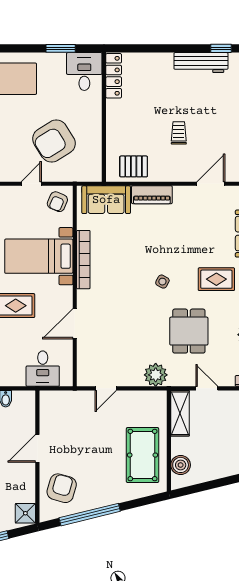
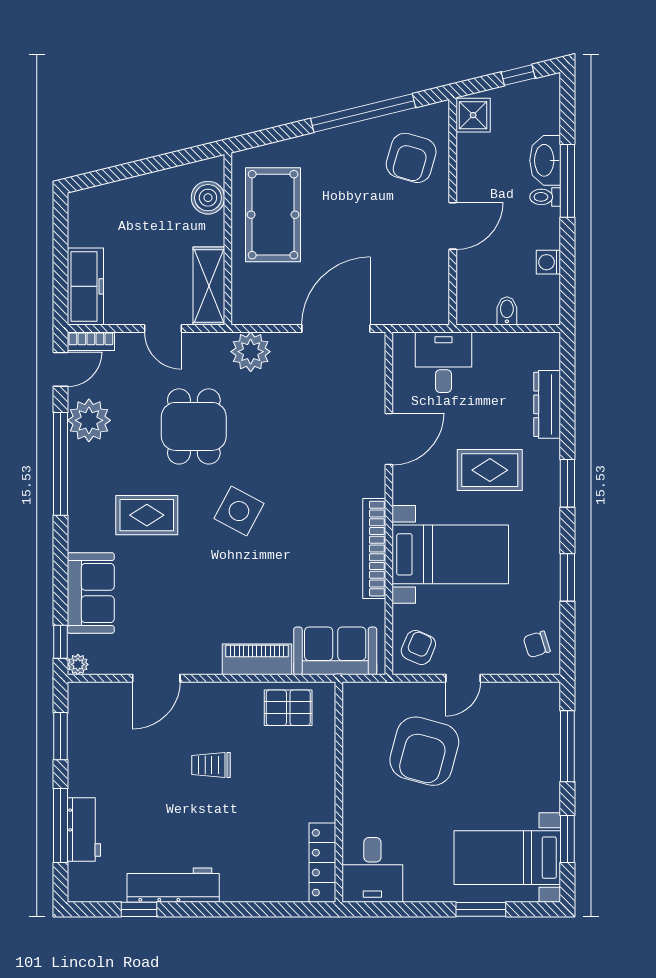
window: (61, 48) -> (481, 909), moved
trolley: (179, 133) -> (211, 765), turned 90
armchair: (54, 141) -> (424, 751), turned 137
side table: (162, 282) -> (239, 511), width x1.87, depth x1.87
door: (106, 388) -> (336, 328), width x1.87

